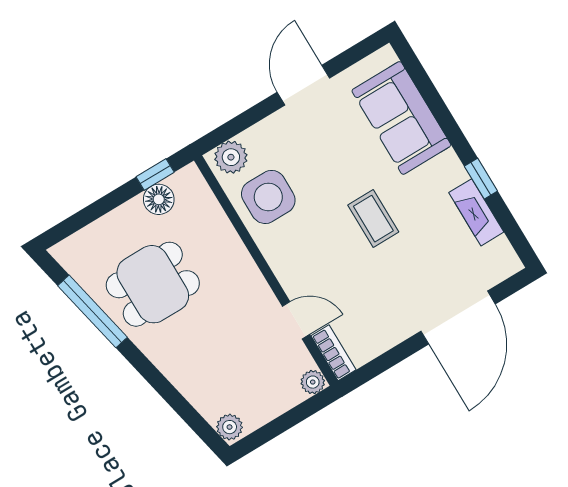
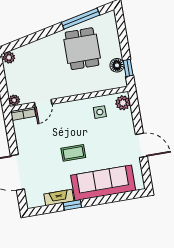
sofa: (401, 118) -> (103, 183), width x1.36
side table: (268, 197) -> (100, 112), width x0.54, depth x0.54

